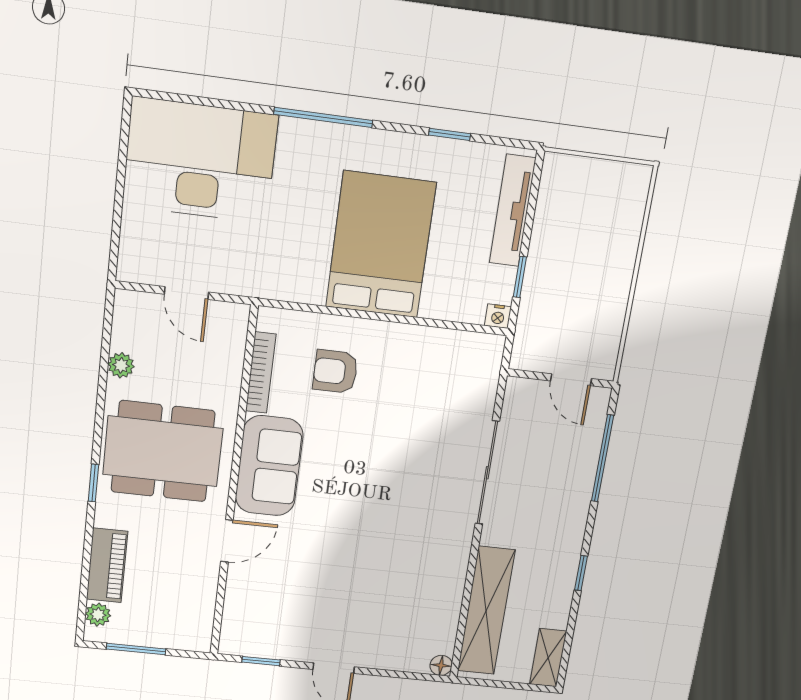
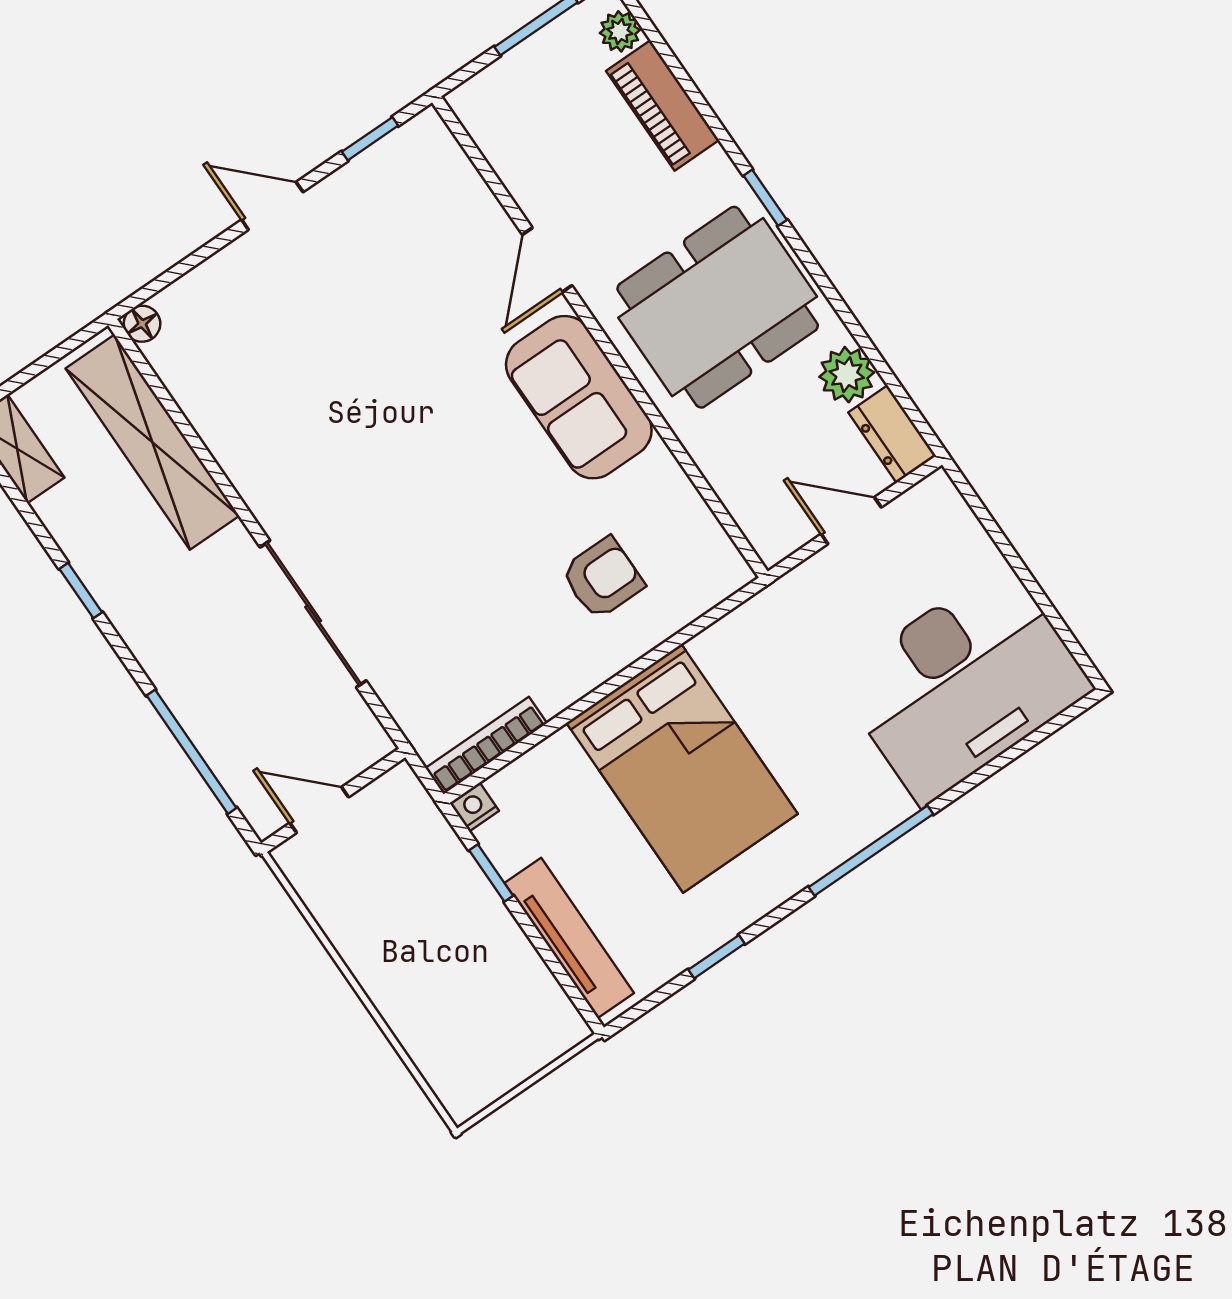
dresser: (128, 318) -> (892, 434), added
plant: (121, 365) -> (847, 375), width x1.38, depth x1.38
bookcase: (261, 373) -> (486, 746), moved, turned 90

